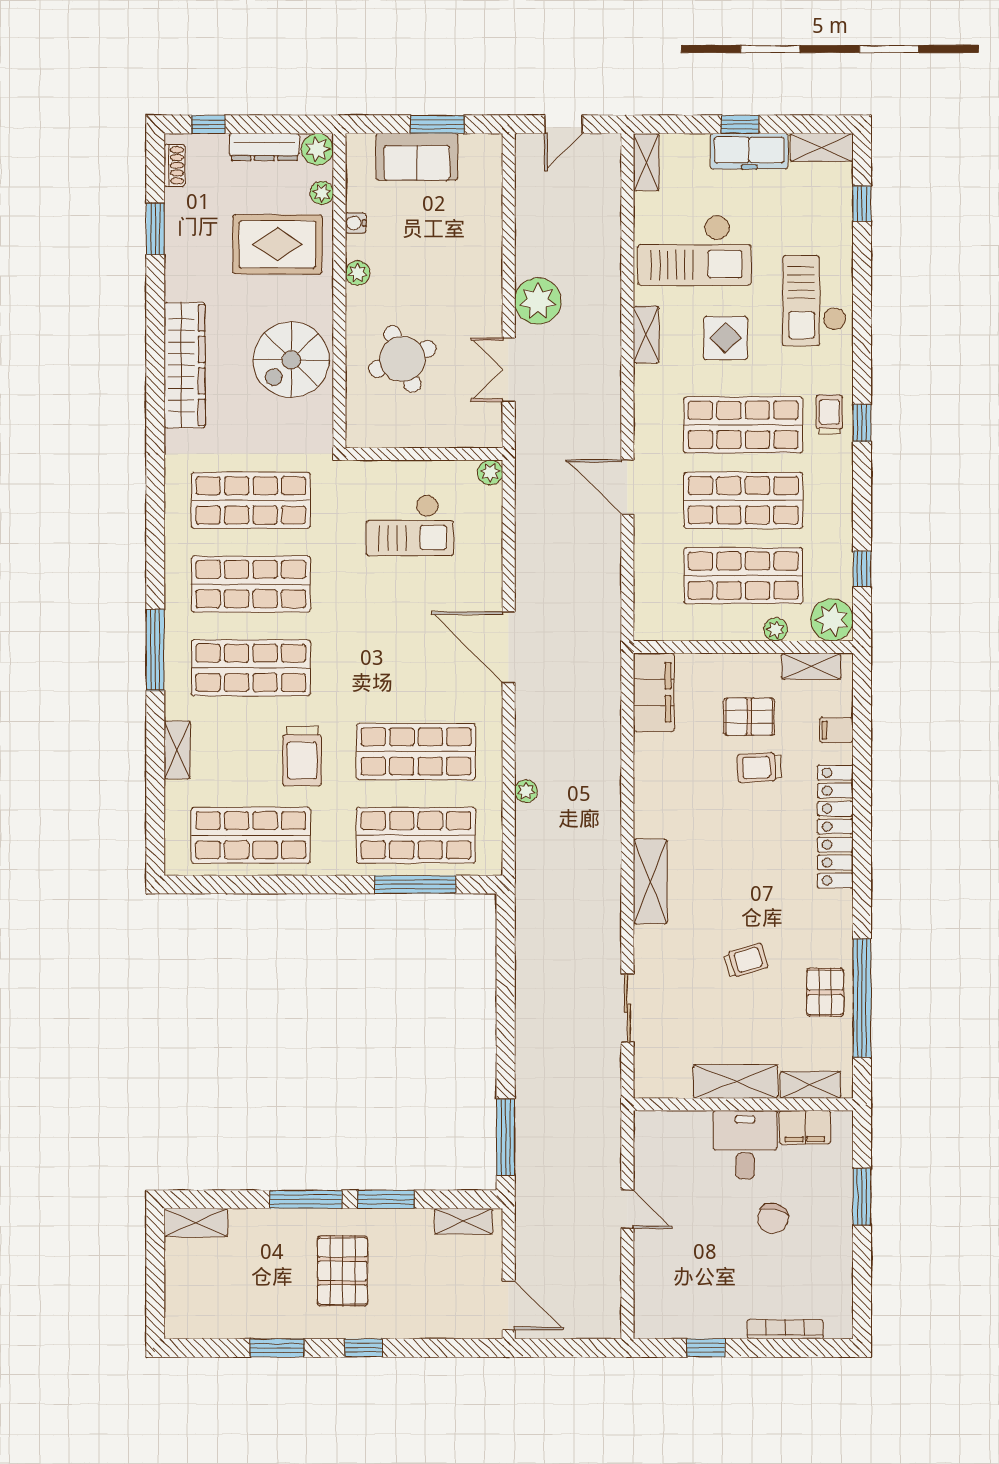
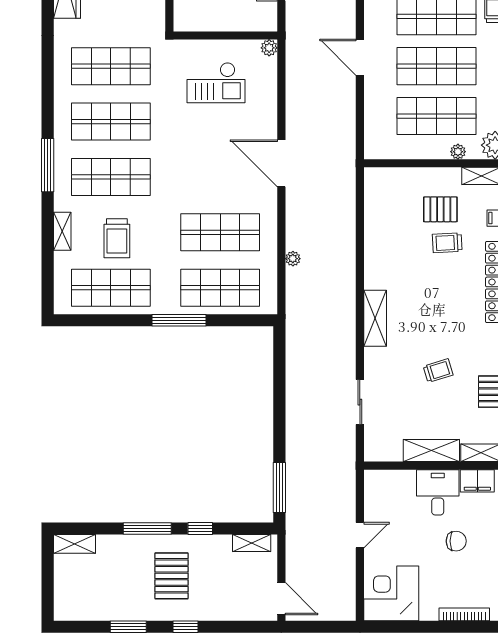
filing cabinet: (654, 692) -> (377, 193), removed
trolley: (302, 756) -> (117, 238), moved
window: (415, 885) -> (179, 320), moved
window: (386, 1199) -> (200, 529), width x0.67
door: (627, 1209) -> (360, 535), hinge flipped
chair: (773, 1218) -> (456, 541), turned -102
corner desk: (675, 1297) -> (391, 593), added
window: (706, 1348) -> (412, 627), removed

